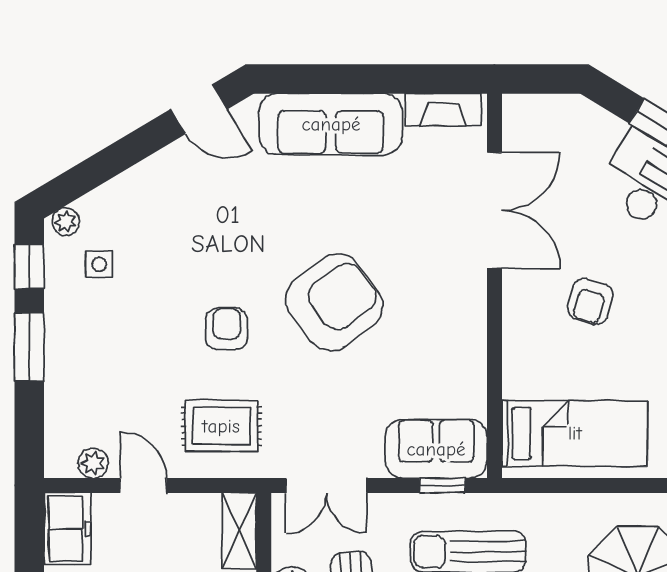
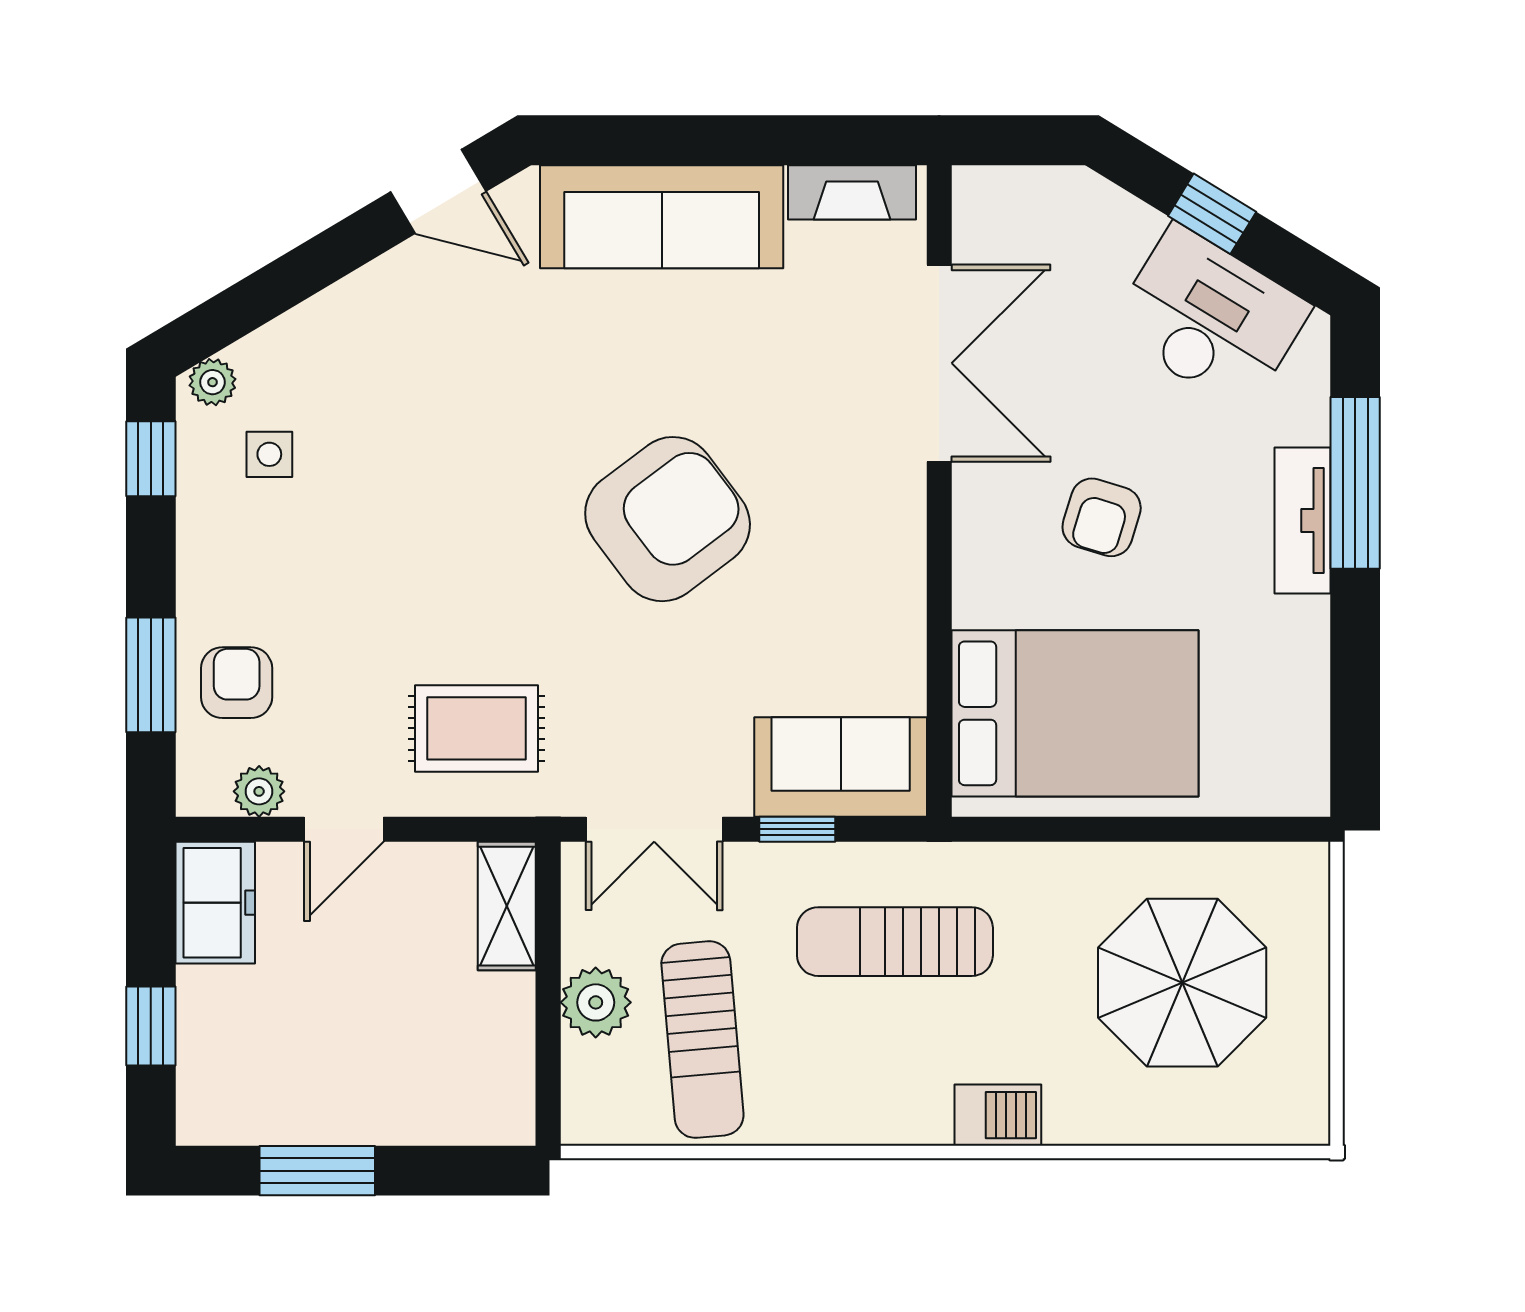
armchair: (227, 329) -> (237, 683), moved
window: (29, 347) -> (151, 675), moved
bed: (575, 433) -> (1075, 713), width x1.50
door: (143, 485) -> (344, 829), swing flipped
window: (442, 485) -> (797, 829), moved

